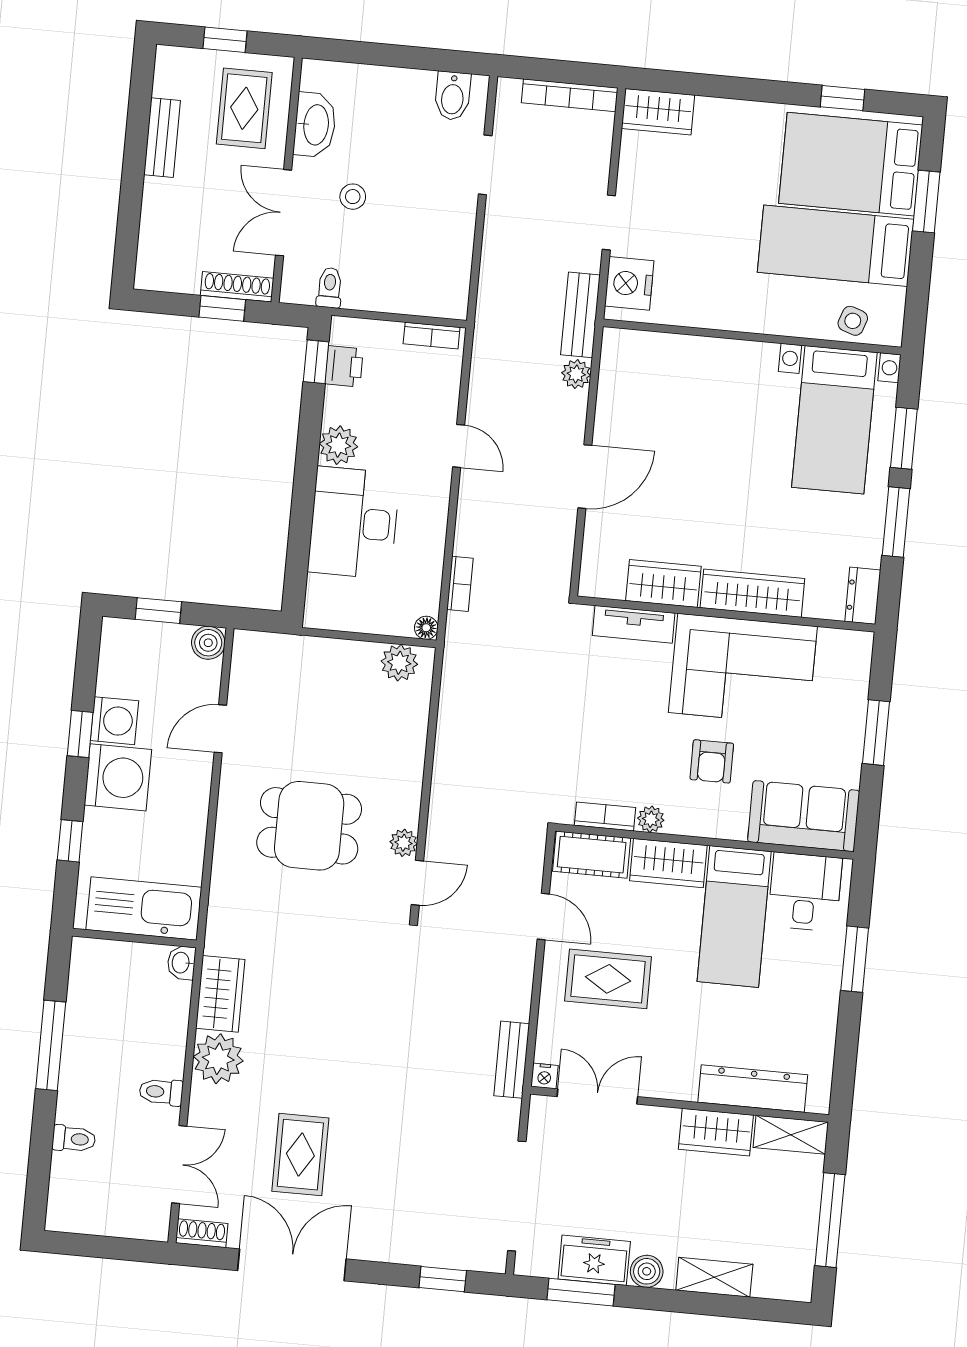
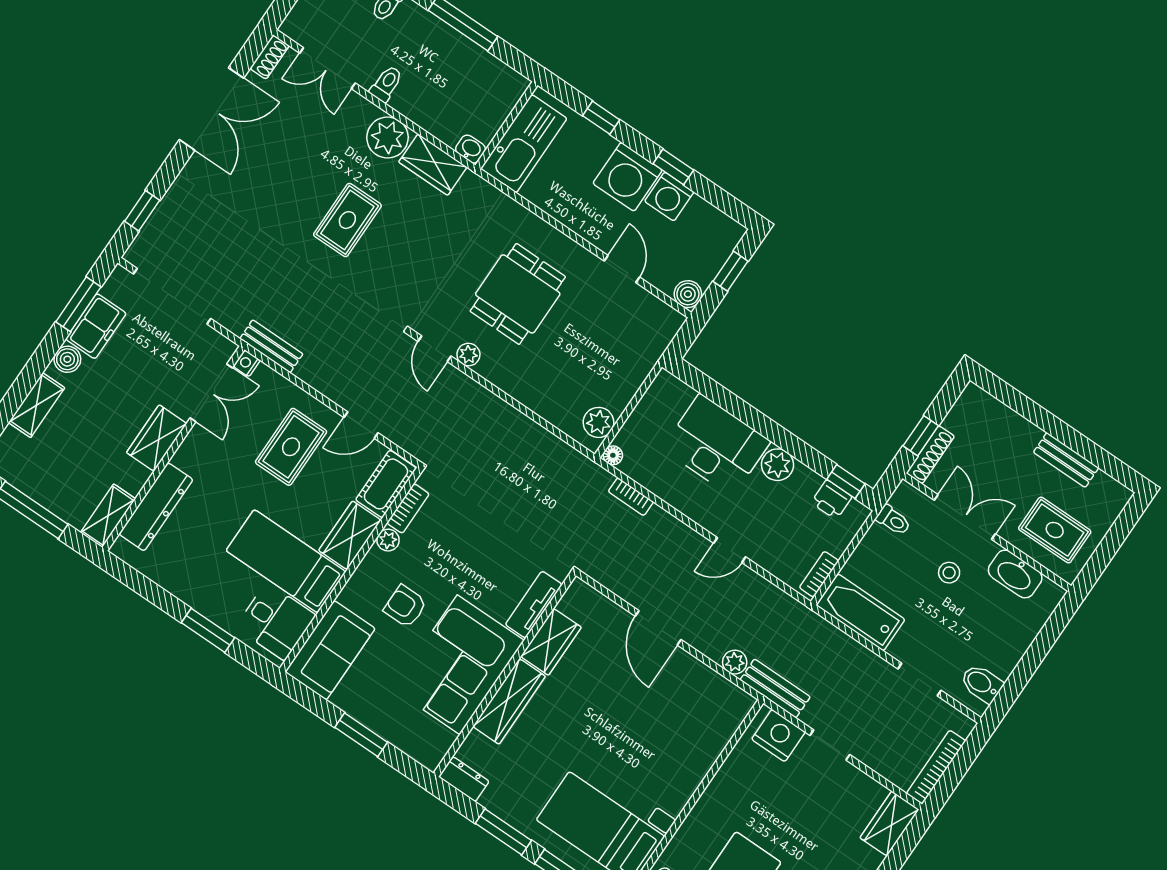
window: (225, 40) -> (1111, 543), removed
bathtub: (448, 268) -> (860, 612), added
wardrobe: (716, 1132) -> (157, 438), moved
rug: (300, 1155) -> (347, 220), moved, turned 90

